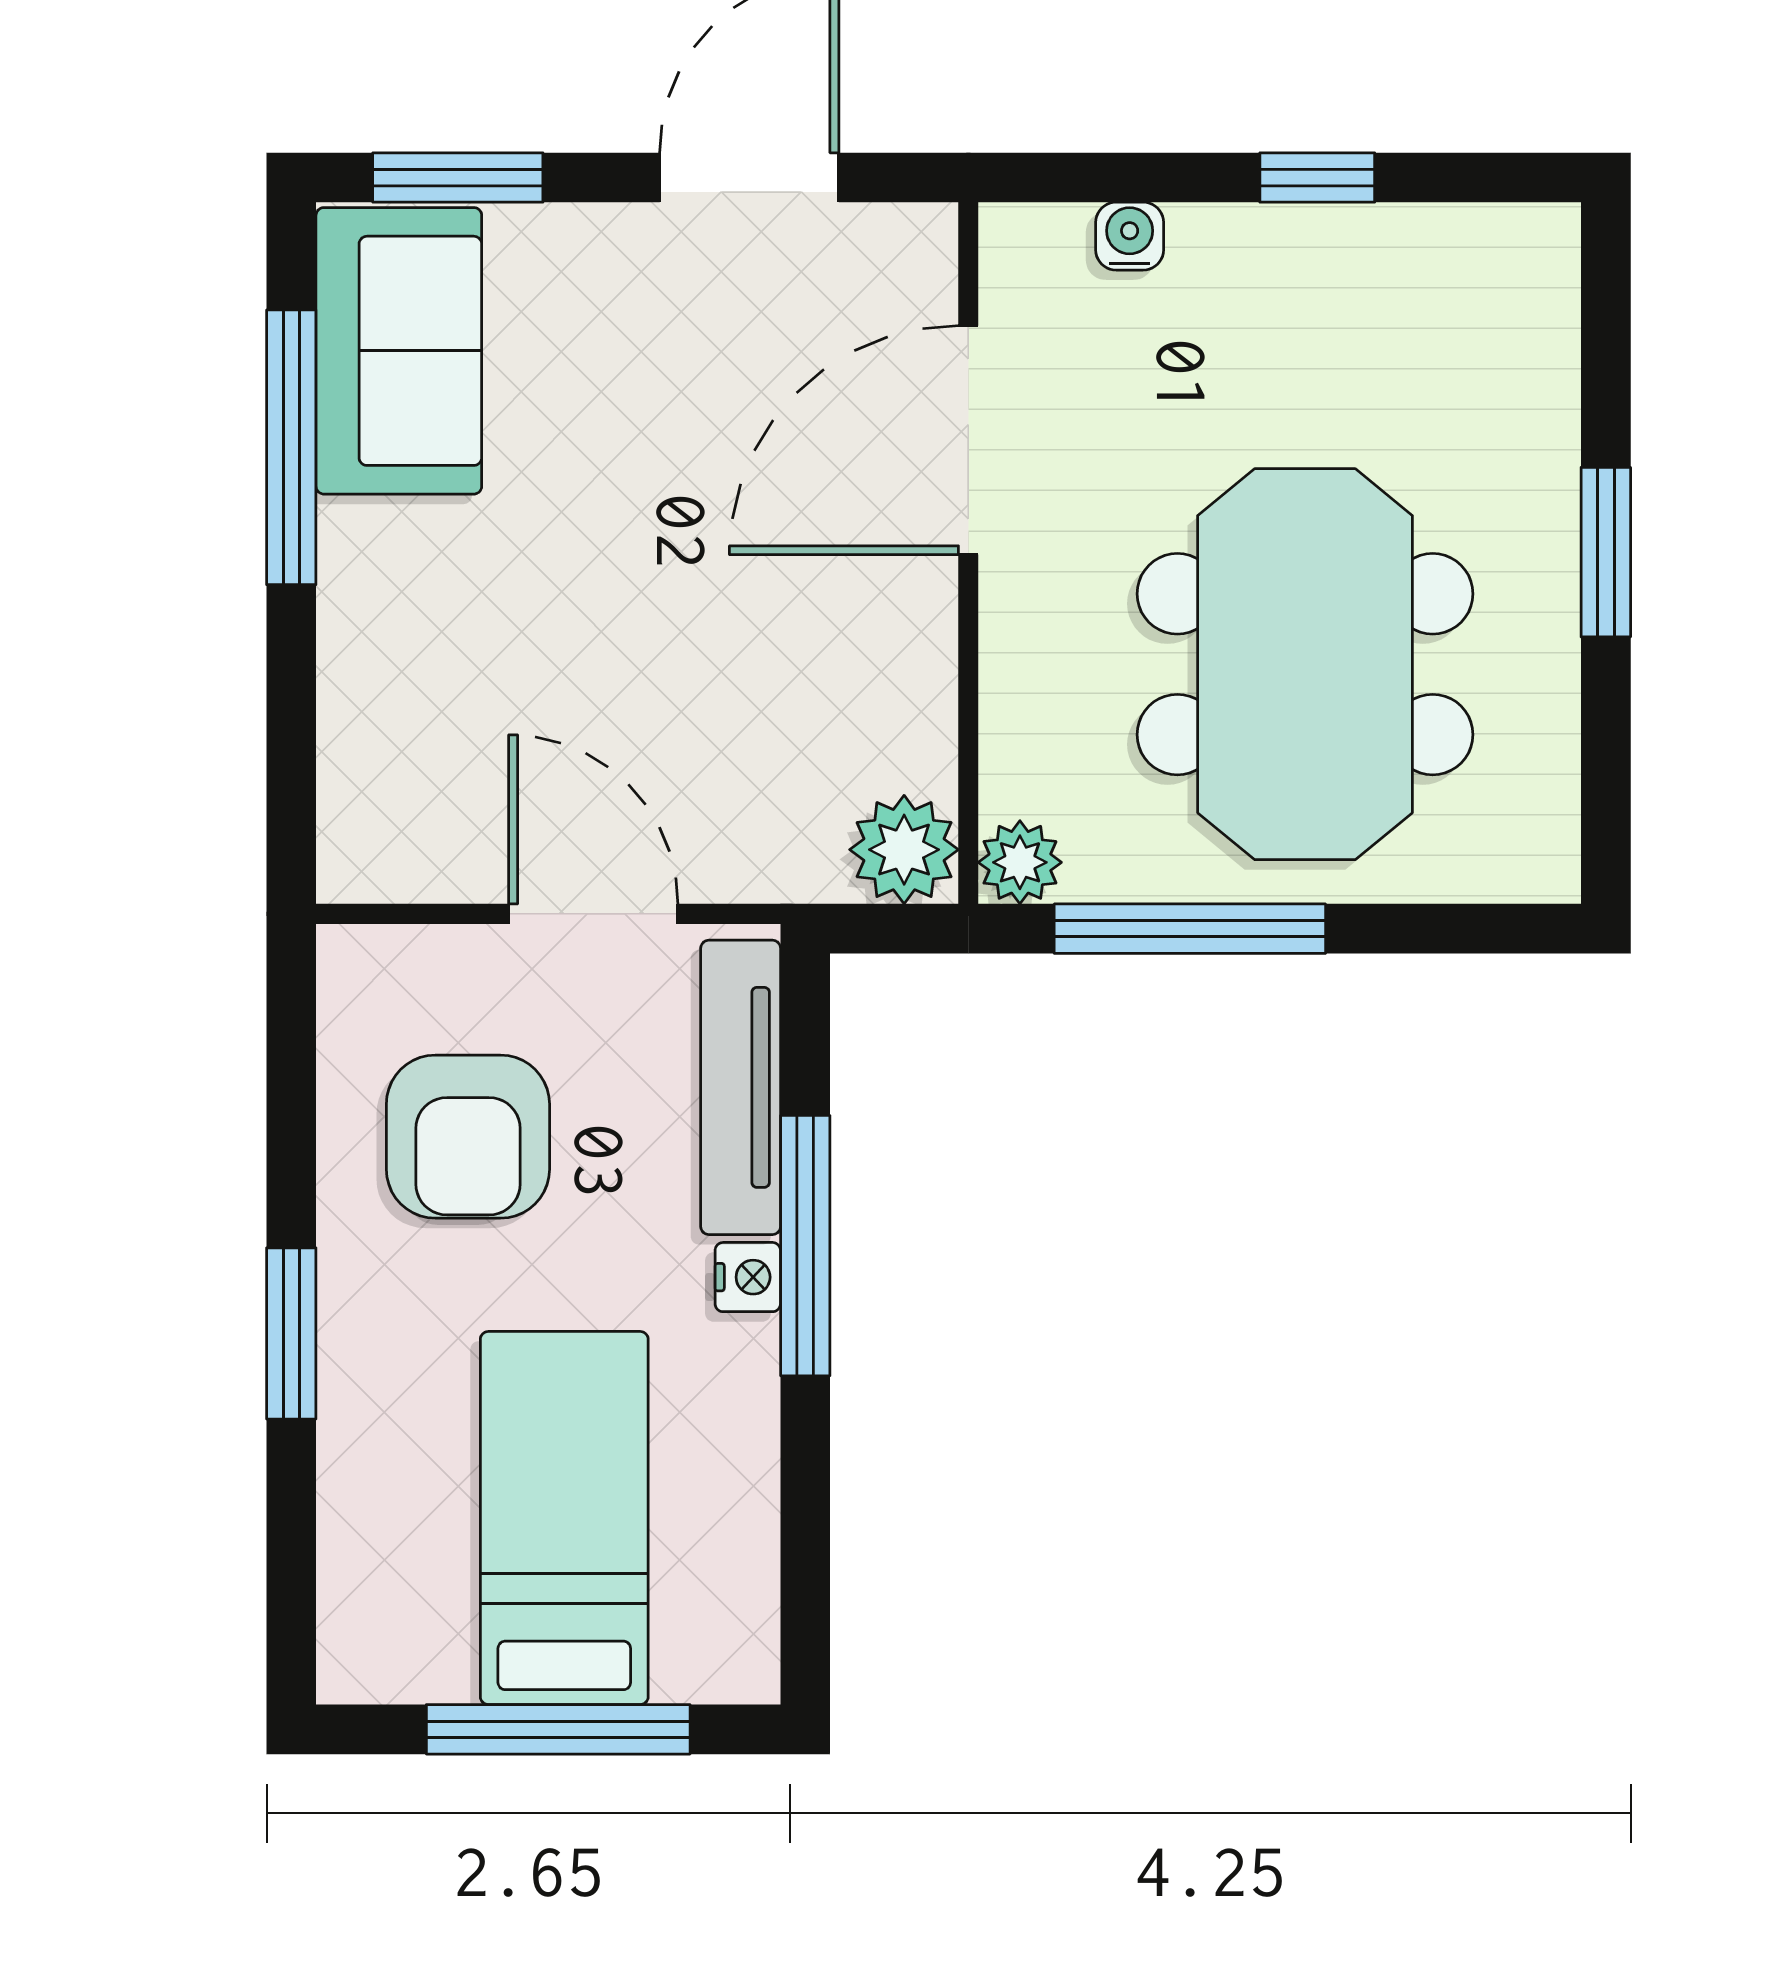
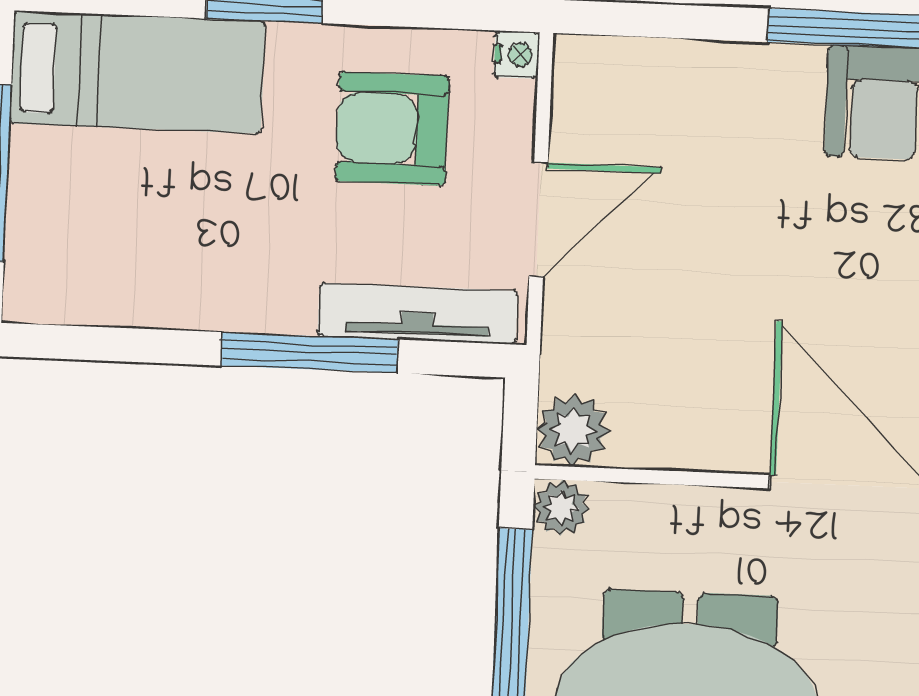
nightstand: (748, 1277) -> (517, 55), moved, turned -90
bed: (564, 1518) -> (137, 72), moved

